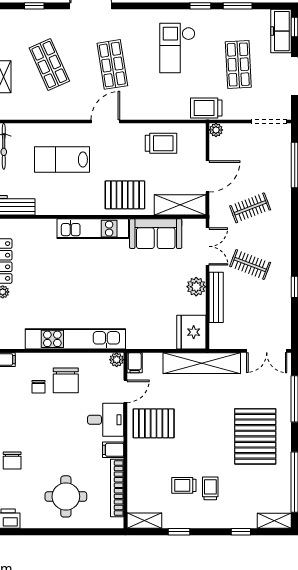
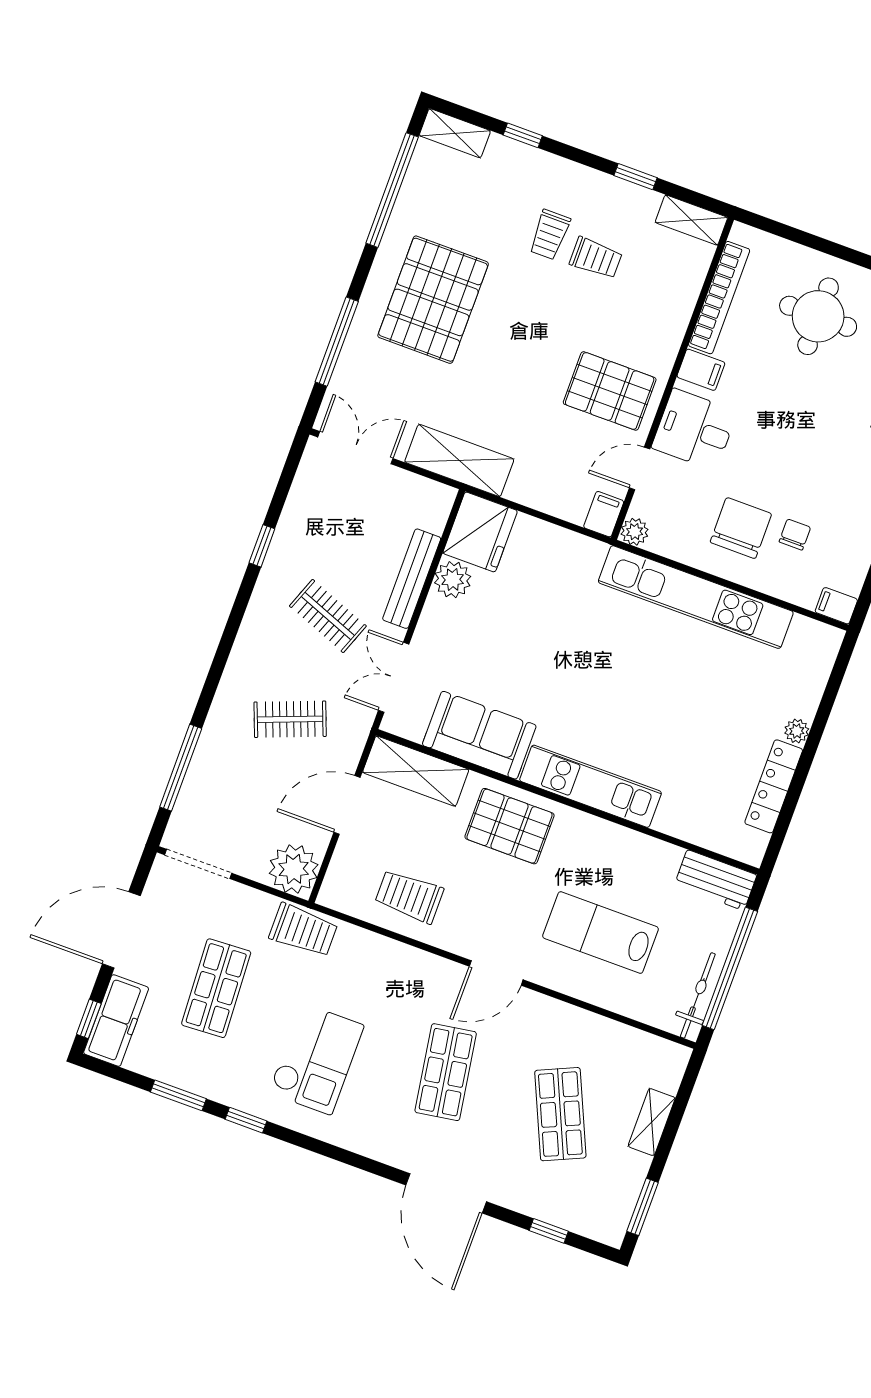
plant: (216, 130) -> (294, 869), width x1.87, depth x1.87
lab bench: (62, 160) -> (601, 933), turned 180
plant: (196, 287) -> (453, 580), moved
shelving: (202, 363) -> (459, 460), width x0.68

